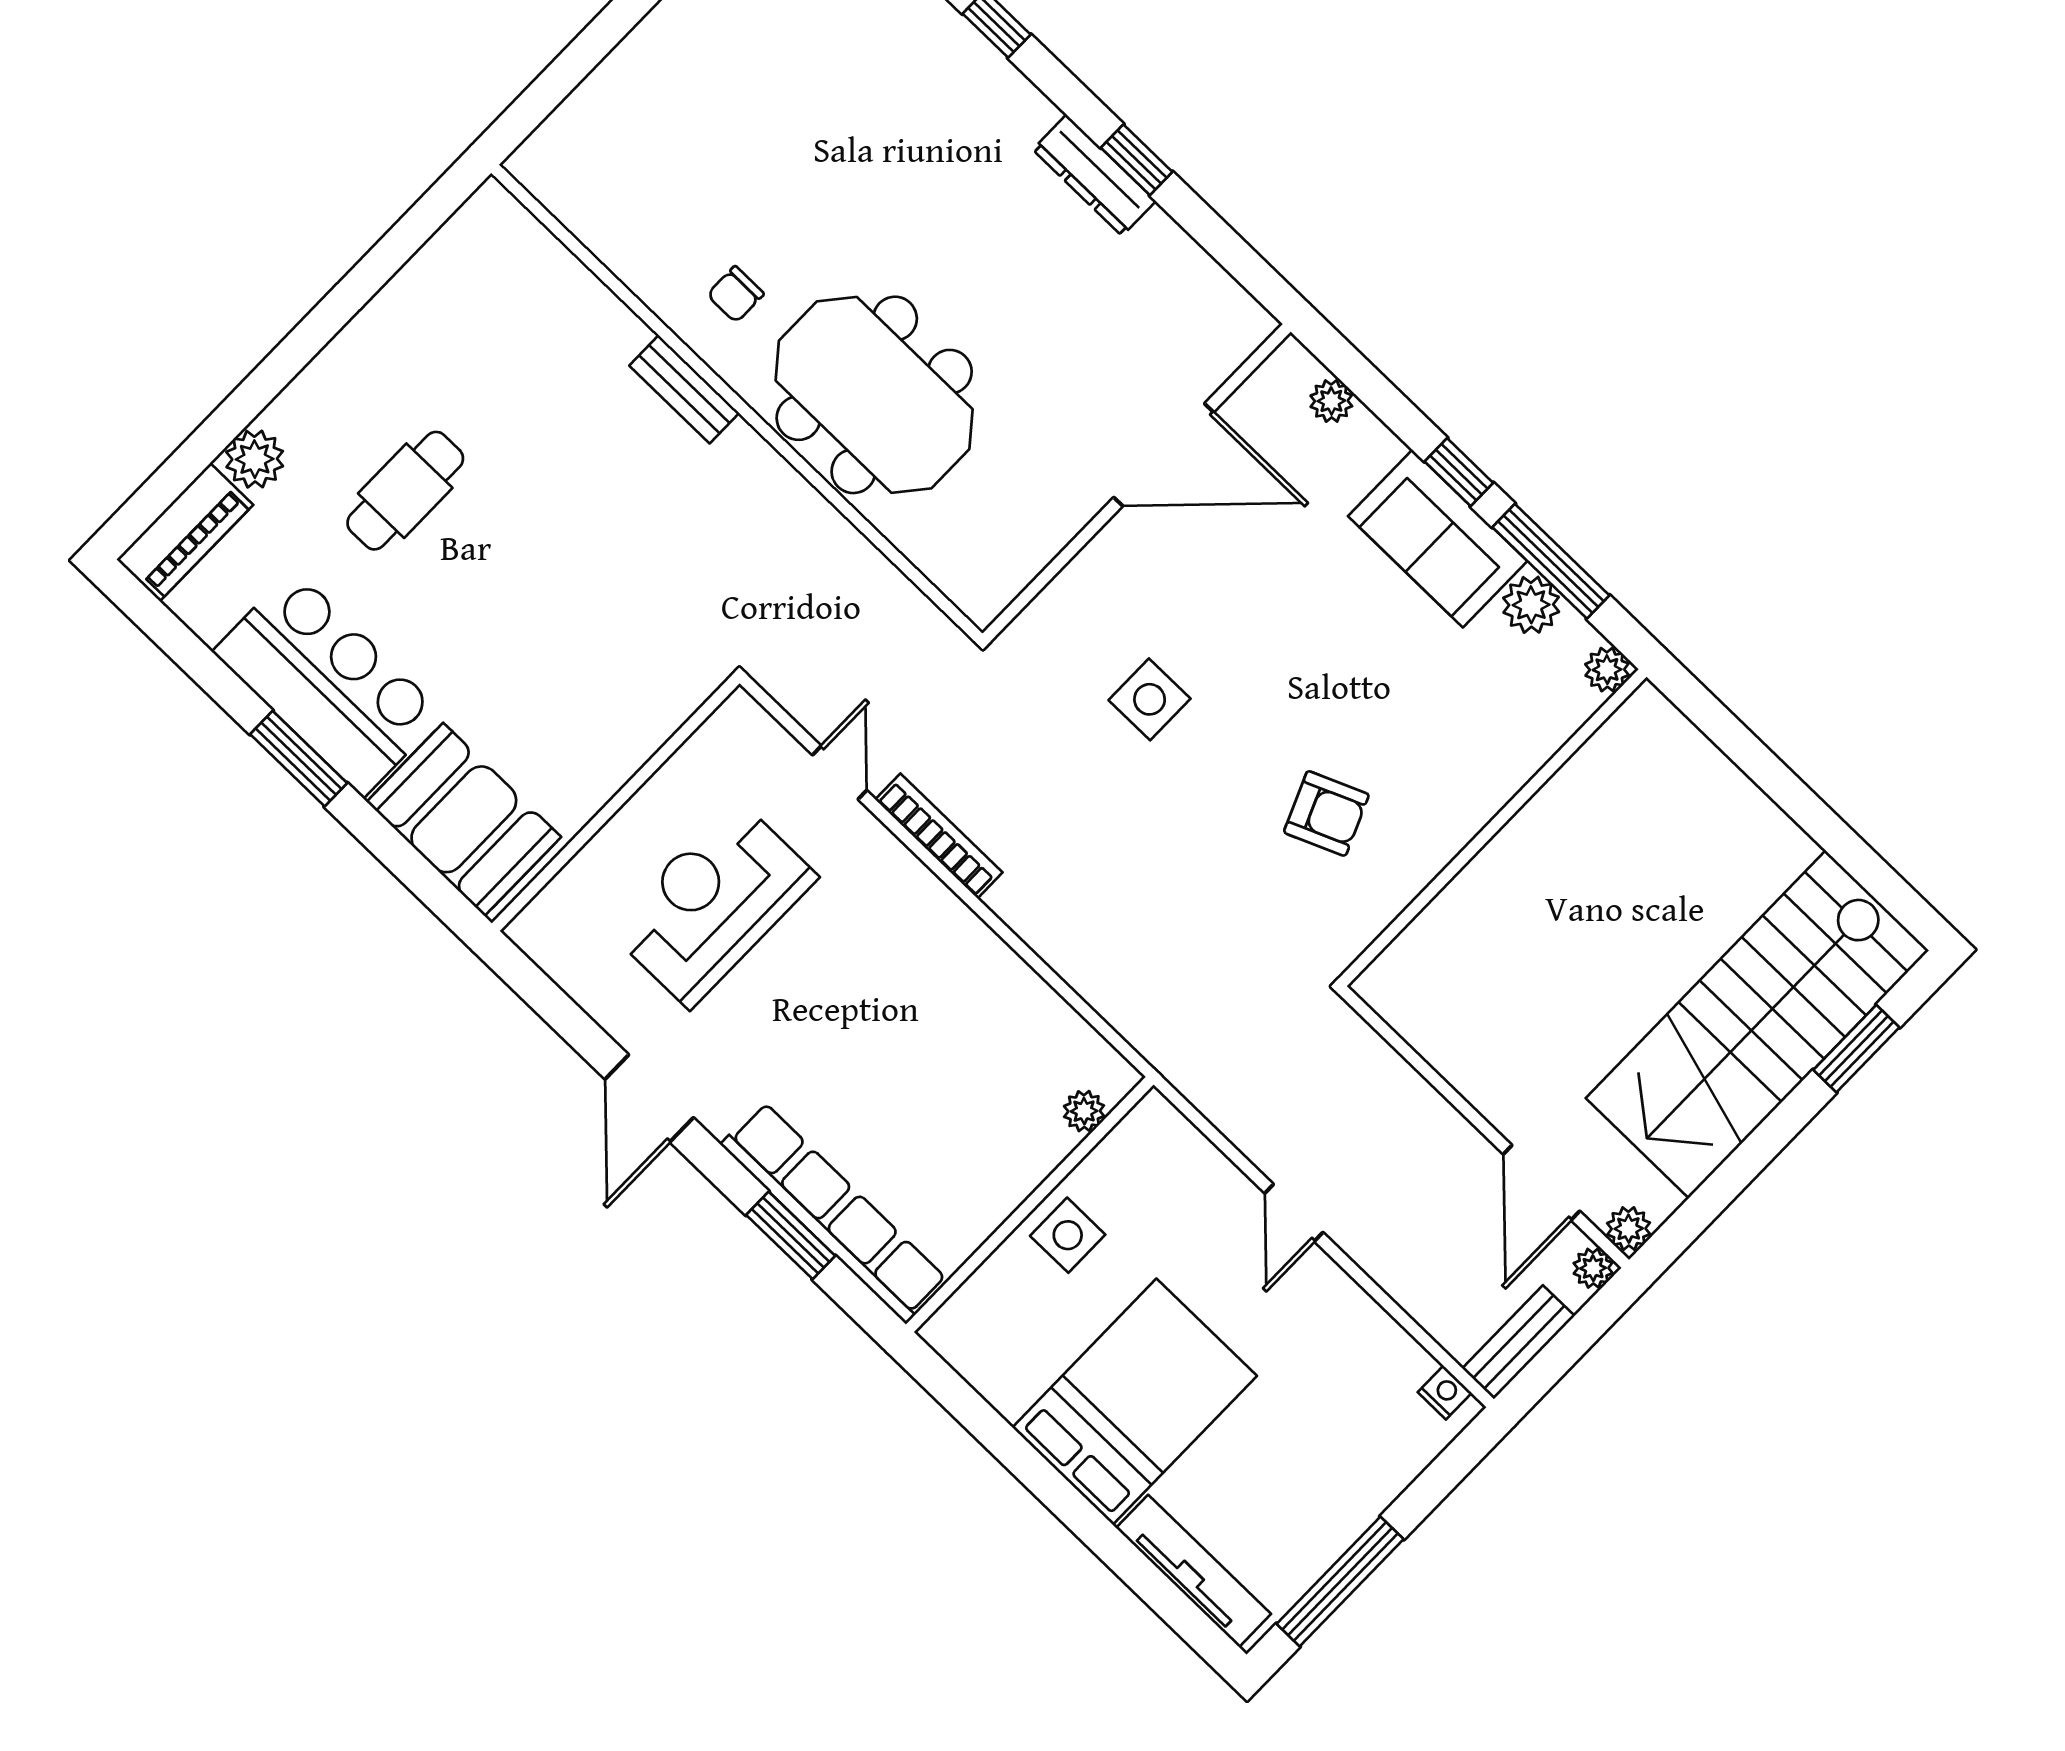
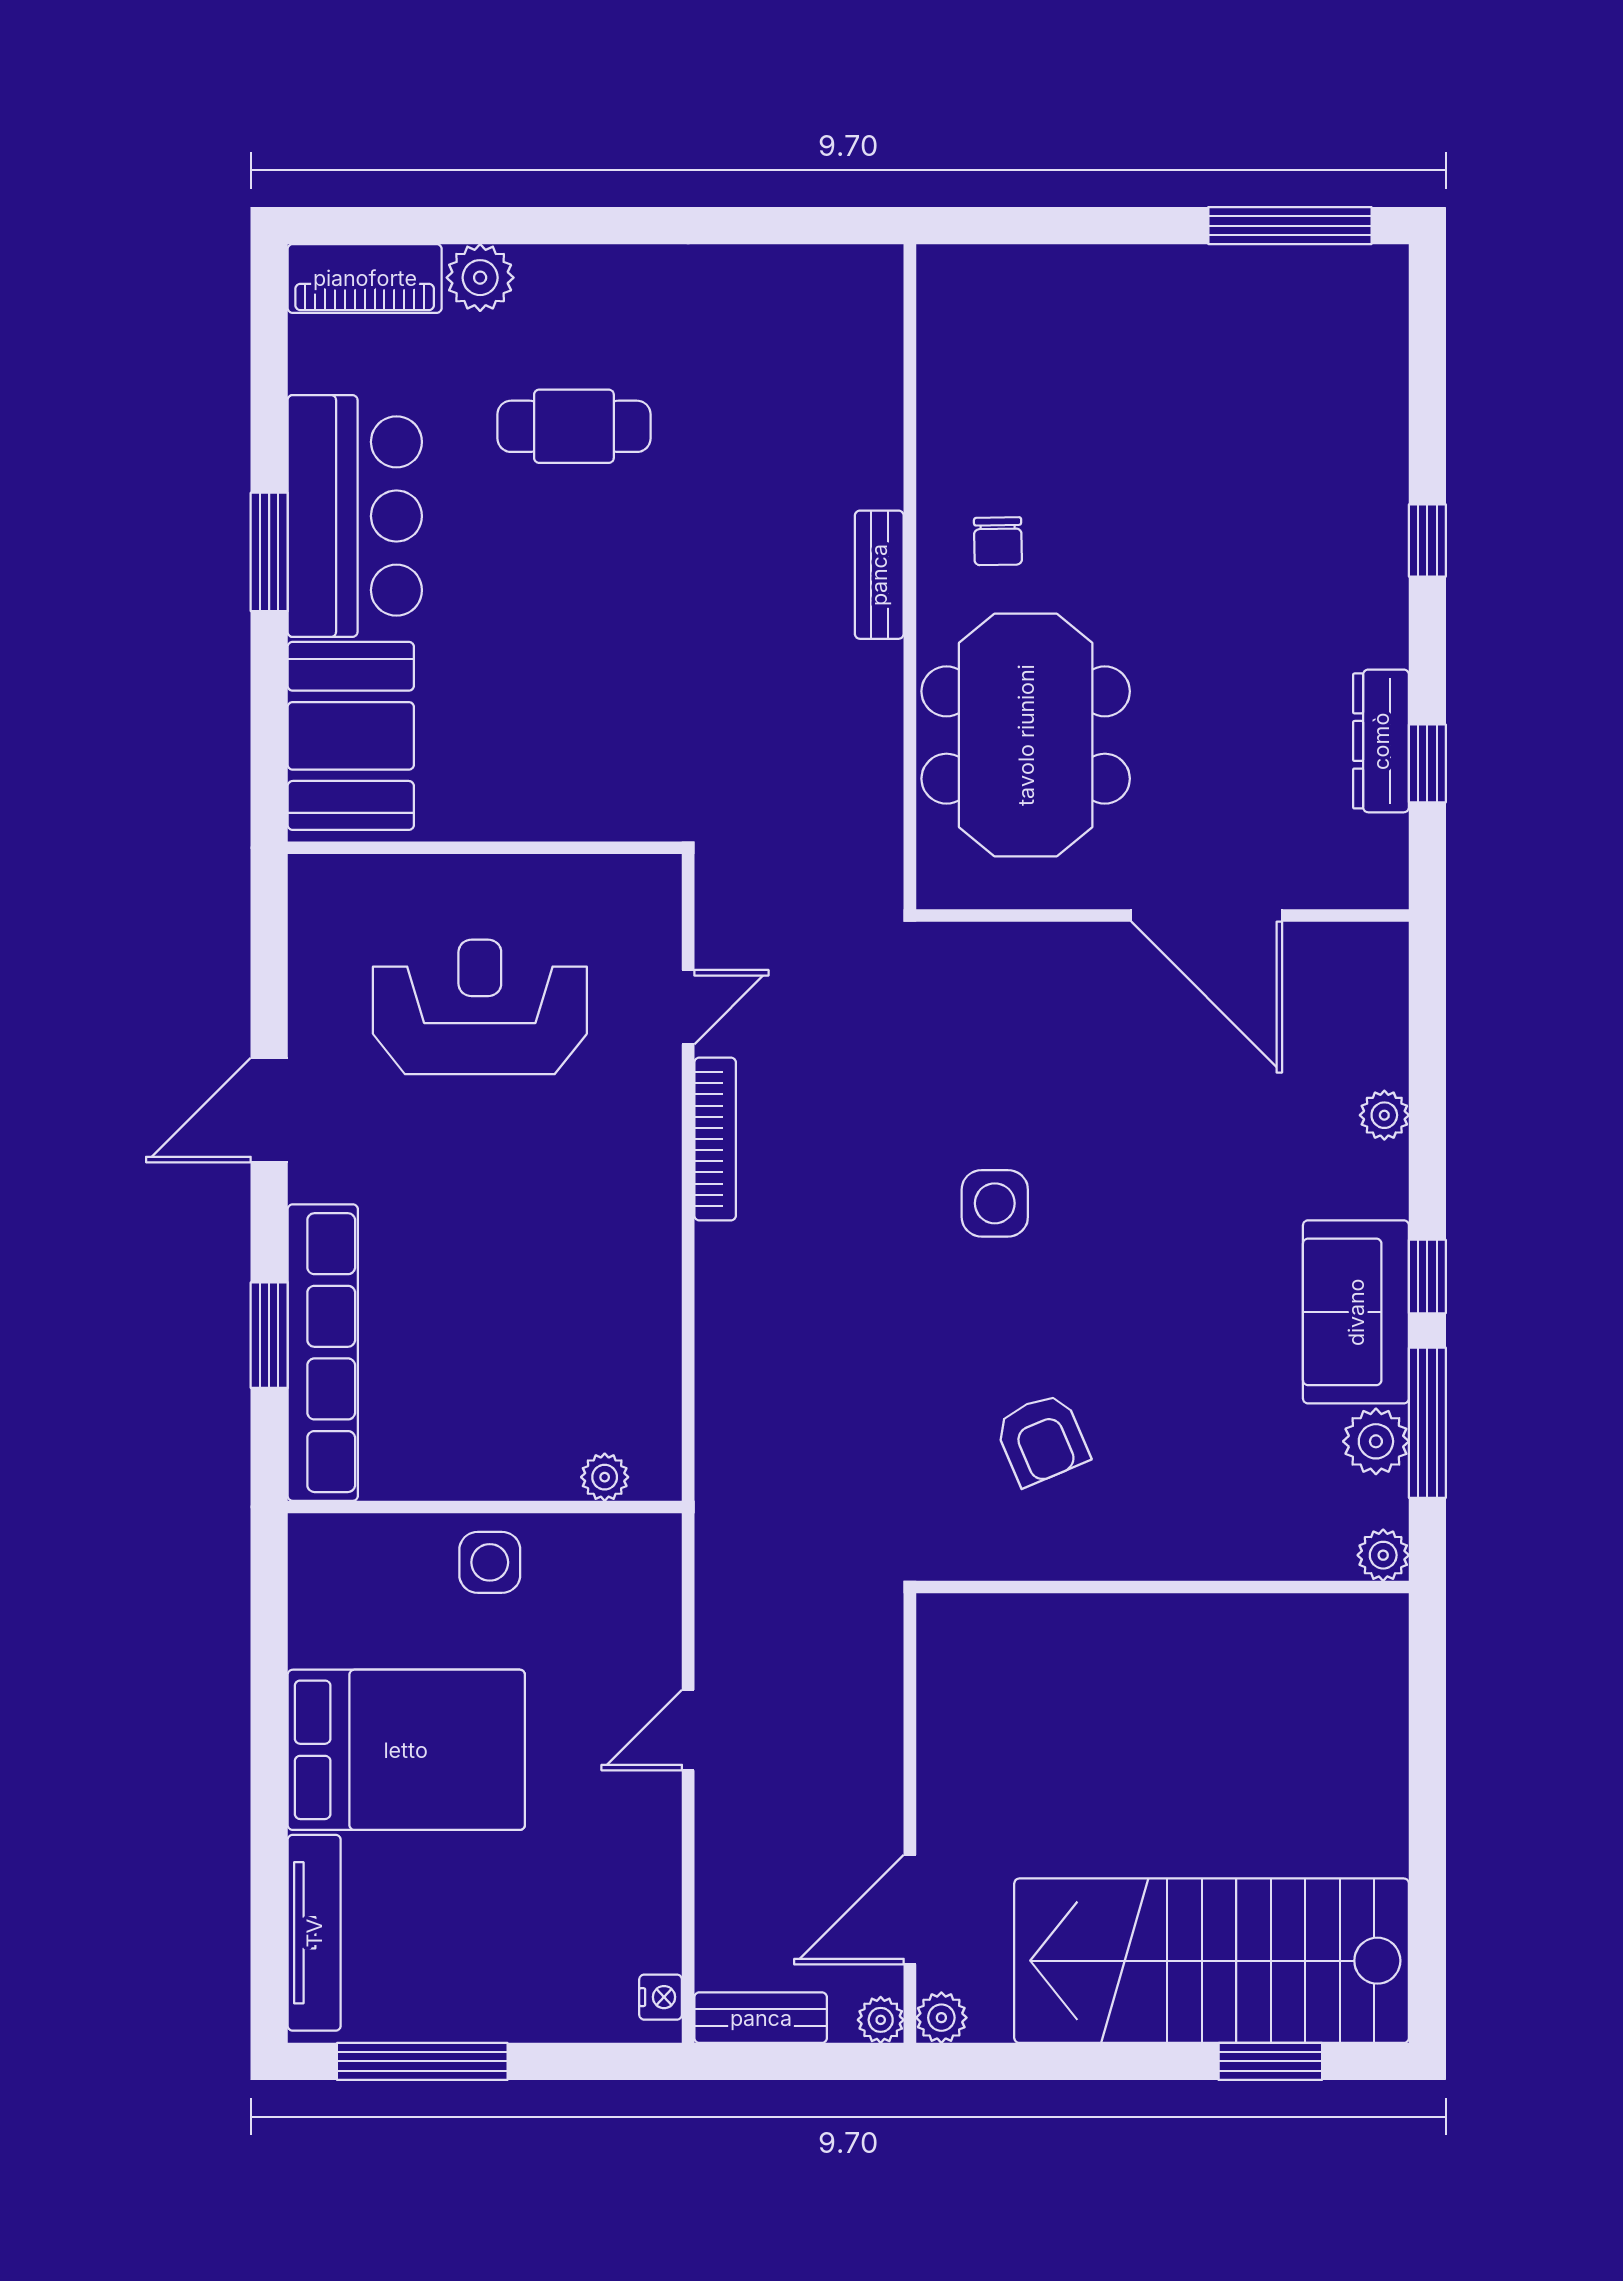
chair: (736, 294) -> (998, 541), turned -91
door: (1164, 455) -> (1207, 916), moved
wall: (1137, 483) -> (1162, 916), moved

